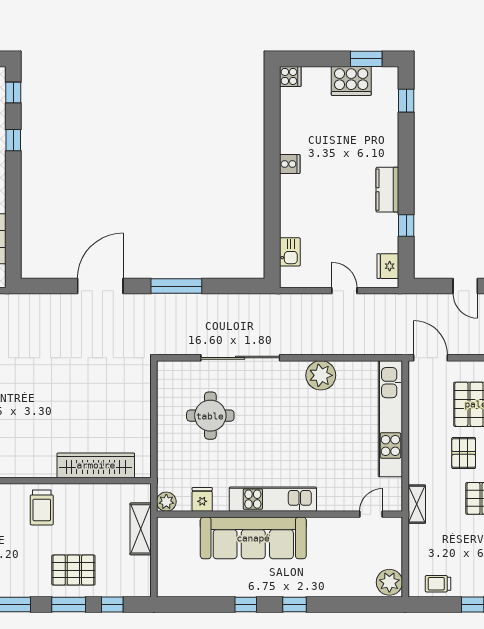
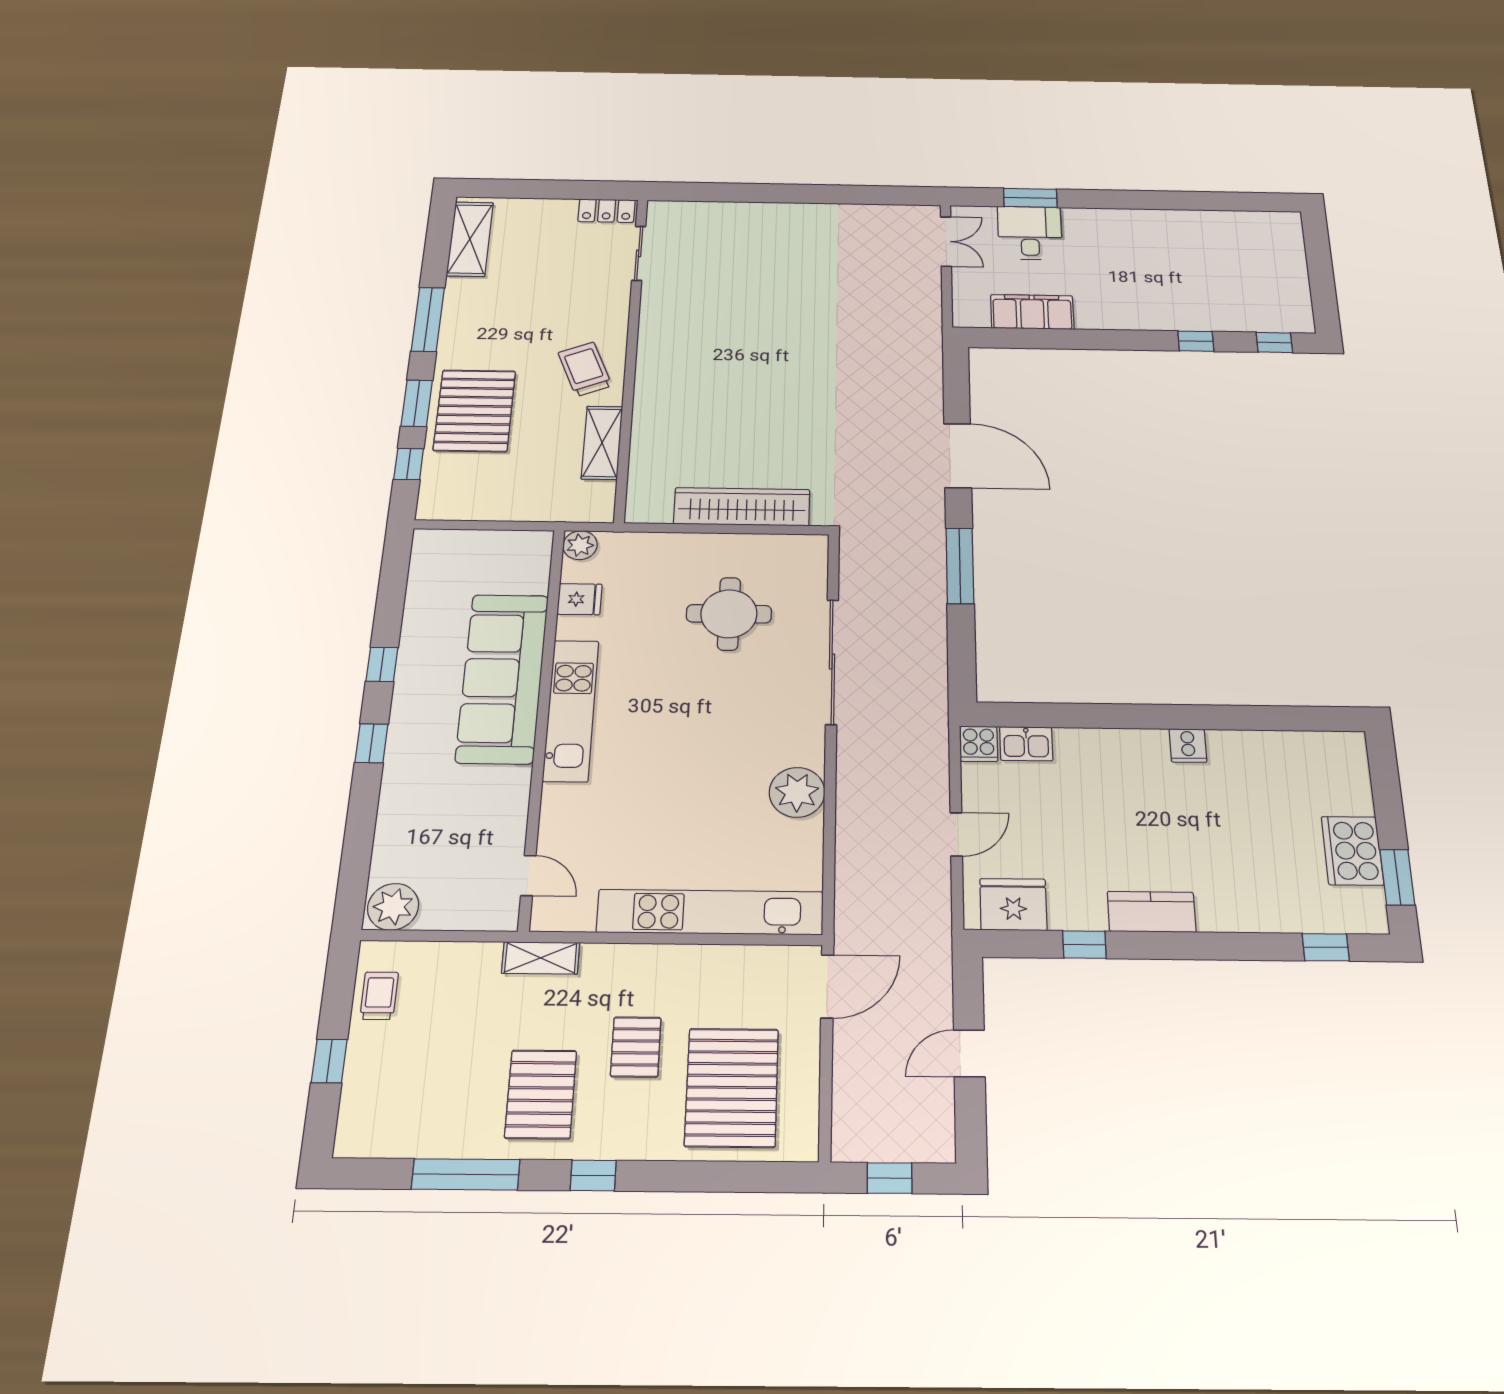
cooker: (290, 76) -> (979, 744), moved
fridge: (388, 266) -> (1013, 904), width x1.36, depth x1.34
pallet: (464, 453) -> (636, 1047), turned 90
wardrobe: (96, 465) -> (742, 507), moved, turned -90
trolley: (42, 507) -> (585, 369), turned 68
shelving: (141, 529) -> (602, 443), moved, turned 90
pallet: (73, 570) -> (475, 411), width x1.37, depth x1.41

